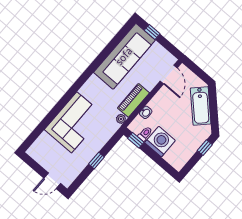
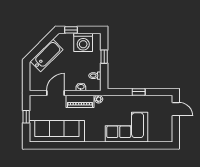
window: (152, 32) -> (26, 117), moved
door: (169, 75) -> (55, 93), moved
window: (136, 140) -> (104, 57), moved
washing machine: (160, 142) -> (83, 42), moved, turned -90

